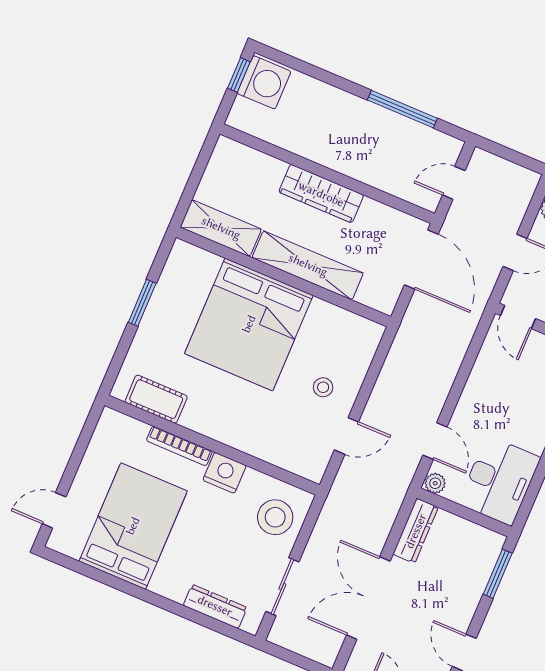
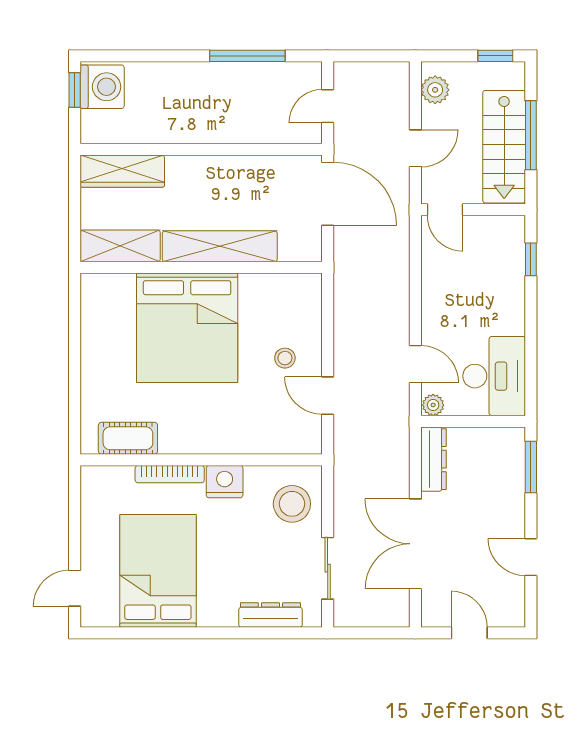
wardrobe: (321, 194) -> (122, 171), moved
window: (142, 303) -> (75, 351), removed
door: (346, 436) -> (328, 396), swing flipped

